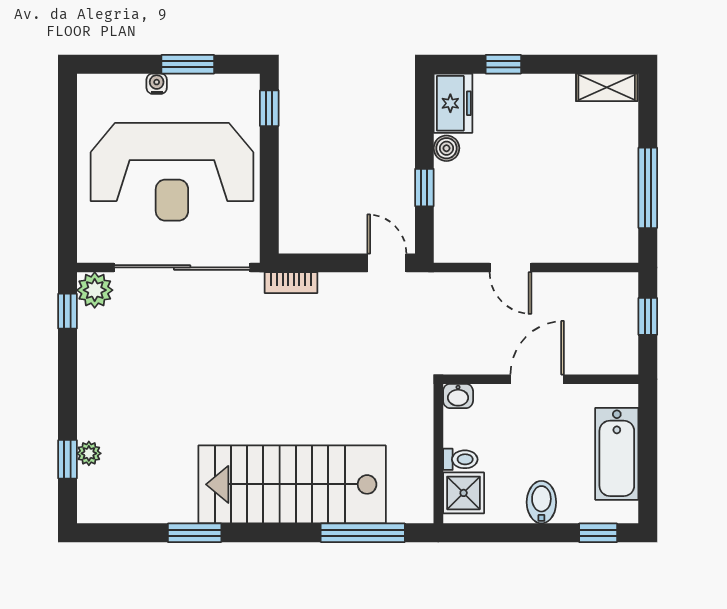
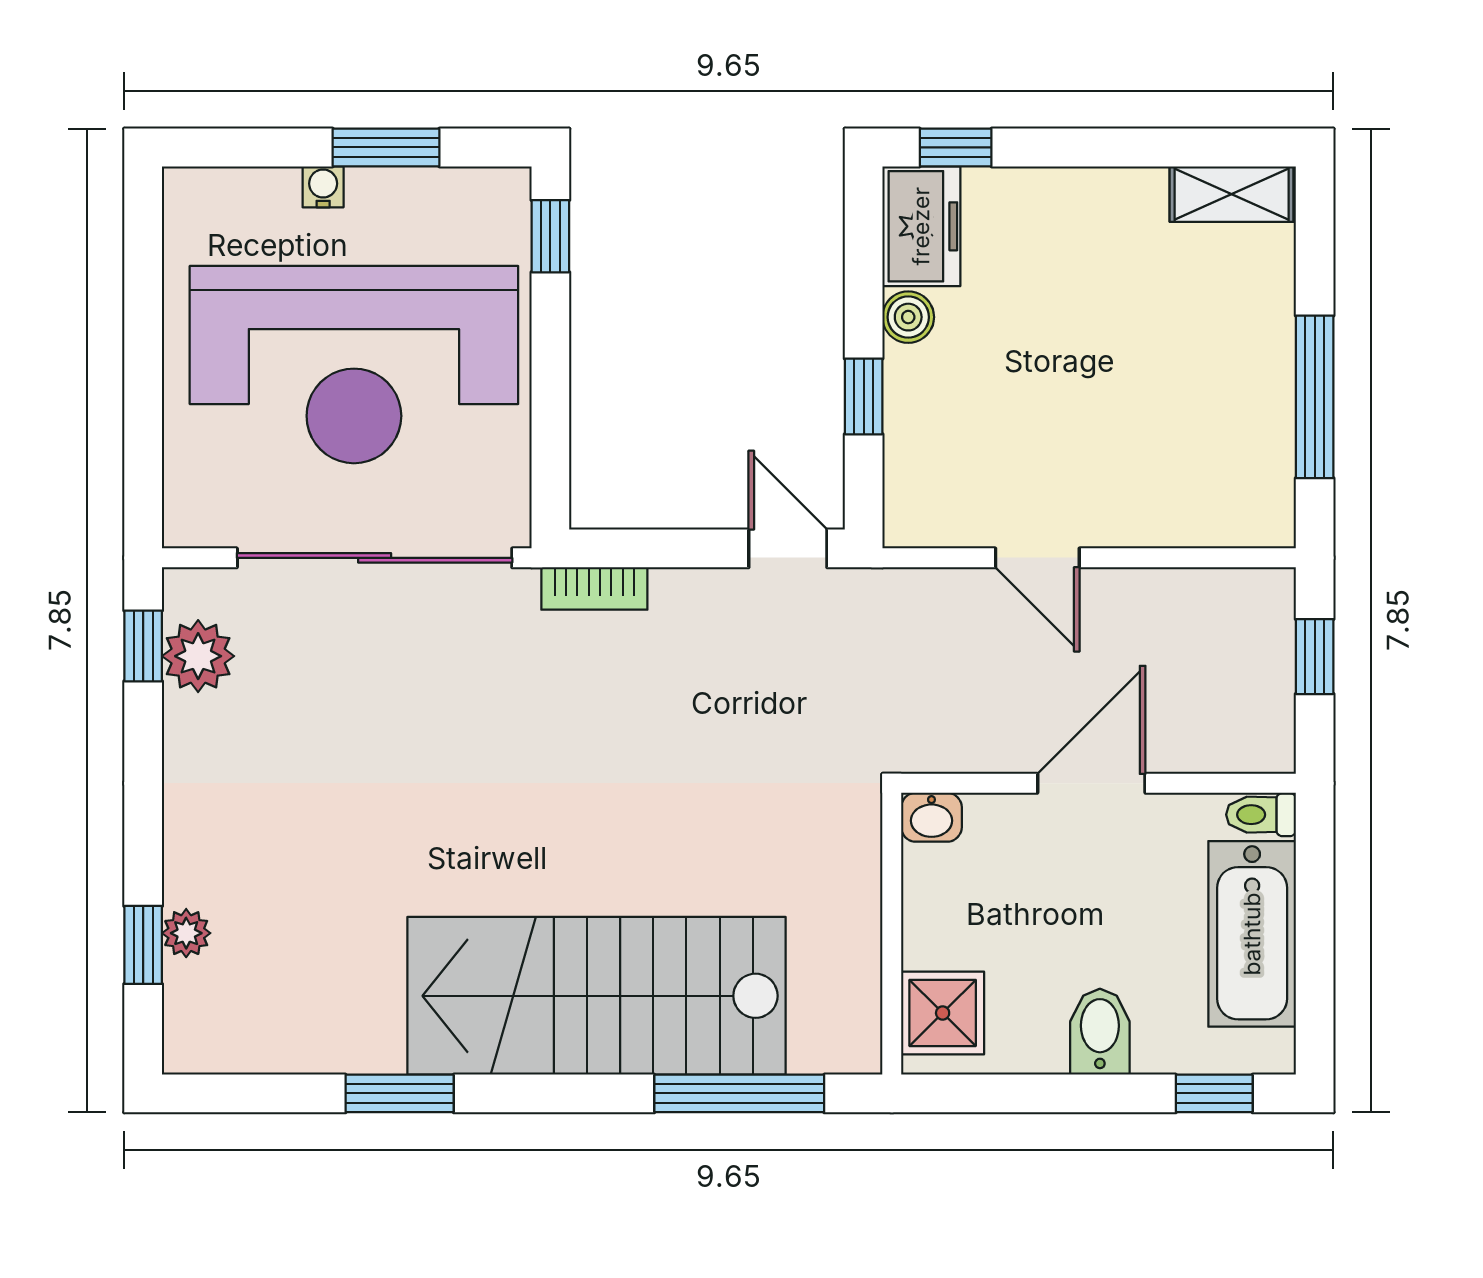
window: (503, 64) -> (956, 147), moved
plant: (95, 290) -> (198, 656), moved
toilet: (460, 459) -> (1261, 815), moved, turned 180

